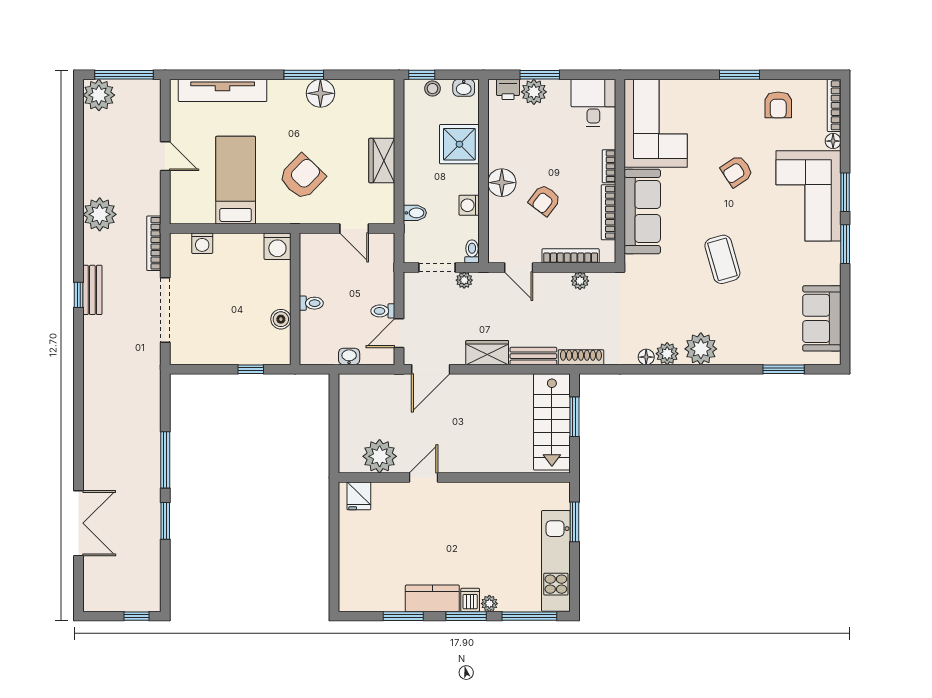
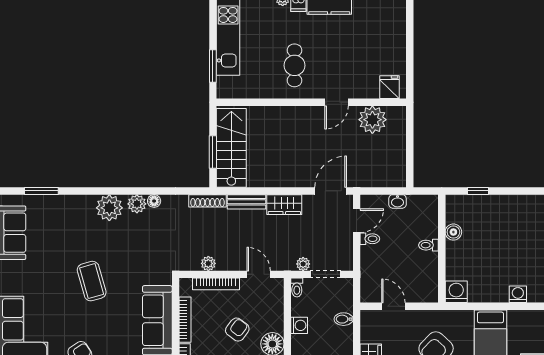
cafe table: (475, 523) -> (294, 65), added

